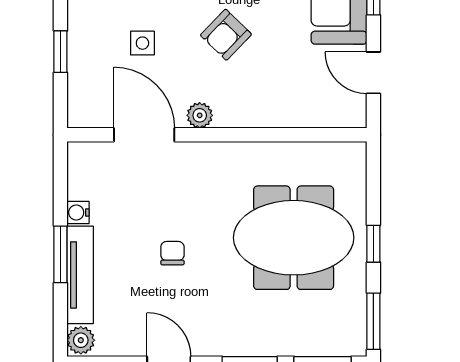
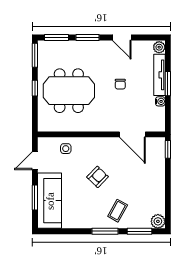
side table: (142, 43) -> (66, 149), moved
window: (60, 52) -> (168, 149), moved
door: (373, 73) -> (35, 161), swing flipped
plant: (200, 115) -> (109, 143), removed

